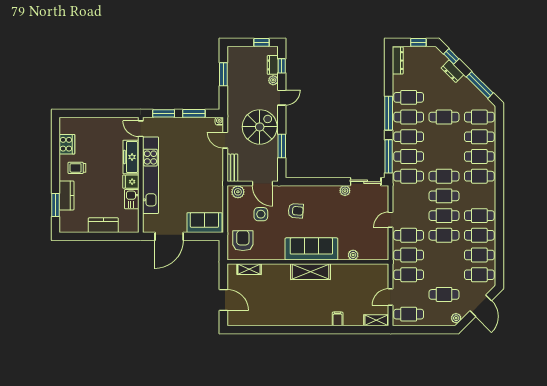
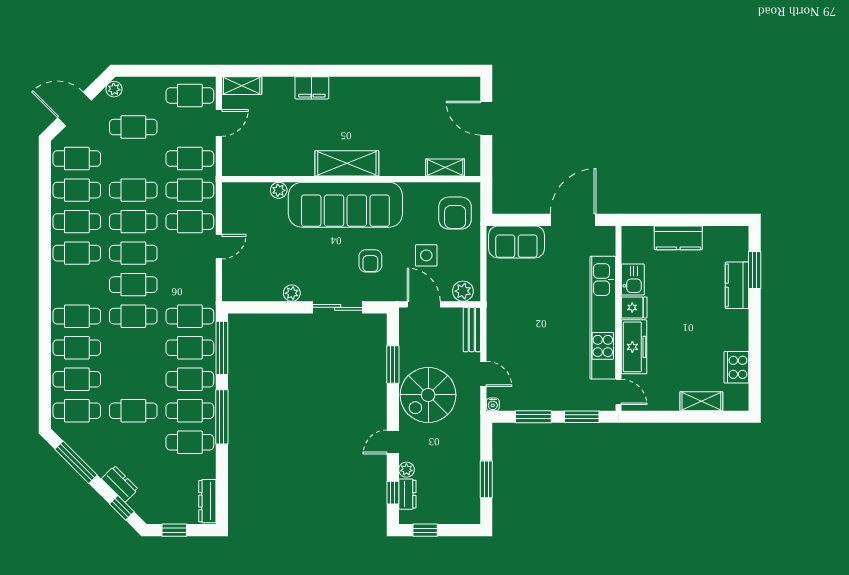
shelving: (89, 123) -> (701, 401), added
trolley: (77, 168) -> (721, 329), removed
sliding door: (366, 182) -> (338, 307), moved
armchair: (296, 211) -> (370, 261), turned -94
sofa: (311, 249) -> (345, 205), width x1.36, depth x1.27
cafe table: (444, 255) -> (133, 190), added
door: (481, 306) -> (74, 109), hinge flipped
filing cabinet: (338, 319) -> (312, 88), width x2.00

